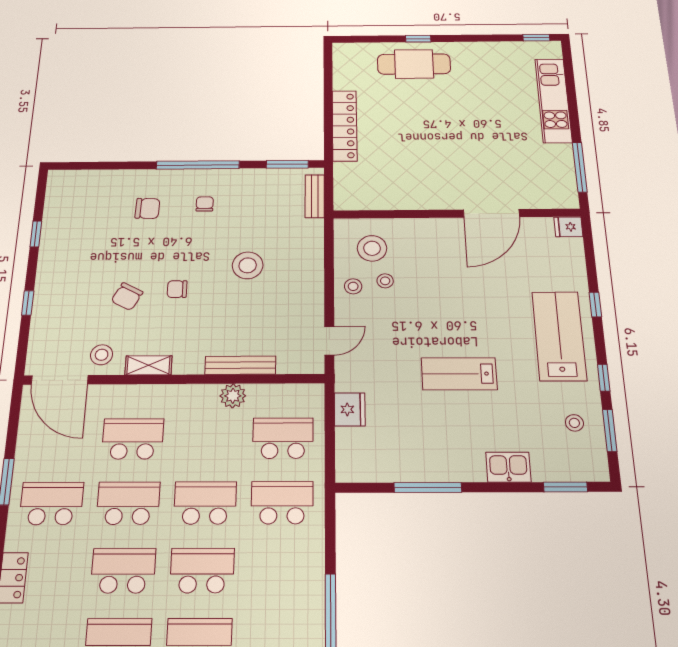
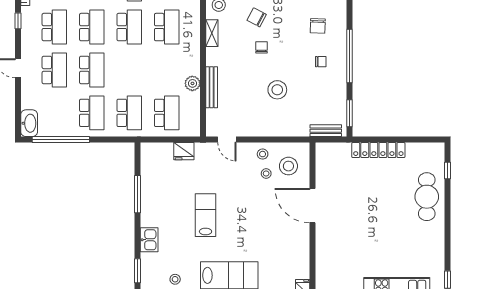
window: (418, 39) -> (448, 170), moved
door: (491, 213) -> (312, 206), moved
school desk: (205, 503) -> (92, 113), moved

